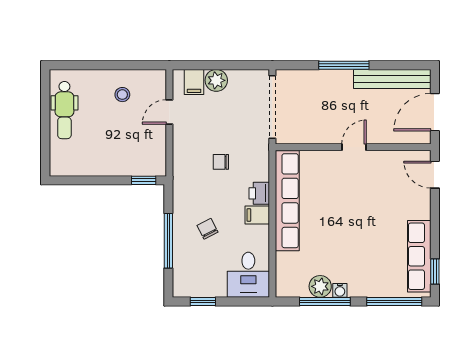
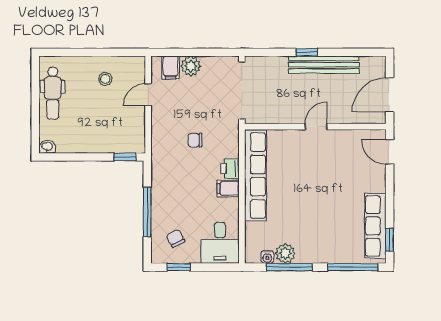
window: (344, 65) -> (307, 52), width x0.46
bench: (392, 79) -> (324, 65), moved
washbasin: (58, 169) -> (47, 147), added
chair: (208, 229) -> (176, 238), moved
water cooler: (340, 290) -> (267, 257), moved

